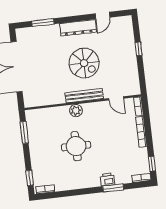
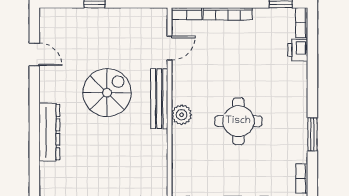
window: (43, 23) -> (34, 151), removed
dresser: (78, 28) -> (49, 132), moved
printer: (107, 180) -> (298, 50), moved
window: (113, 188) -> (312, 134), moved

